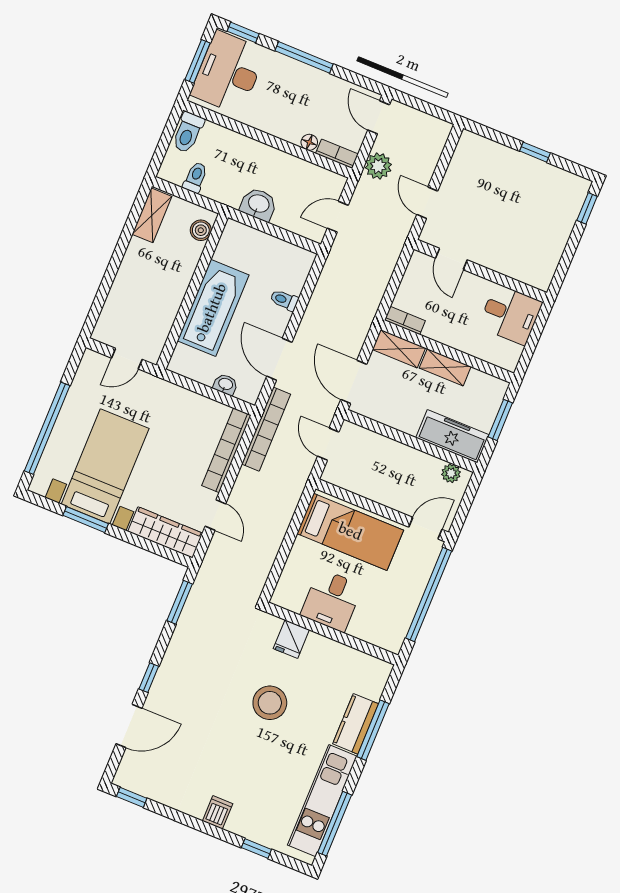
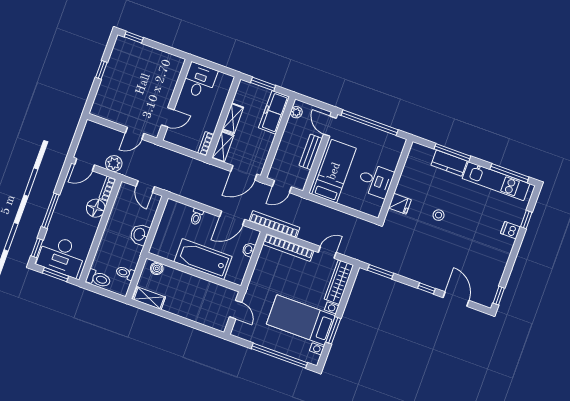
floor lamp: (309, 142) -> (96, 208), width x1.89, depth x1.89
bench: (384, 494) -> (311, 152), added
stool: (270, 703) -> (439, 215), width x0.53, depth x0.53
dishwasher: (218, 812) -> (510, 230), moved

